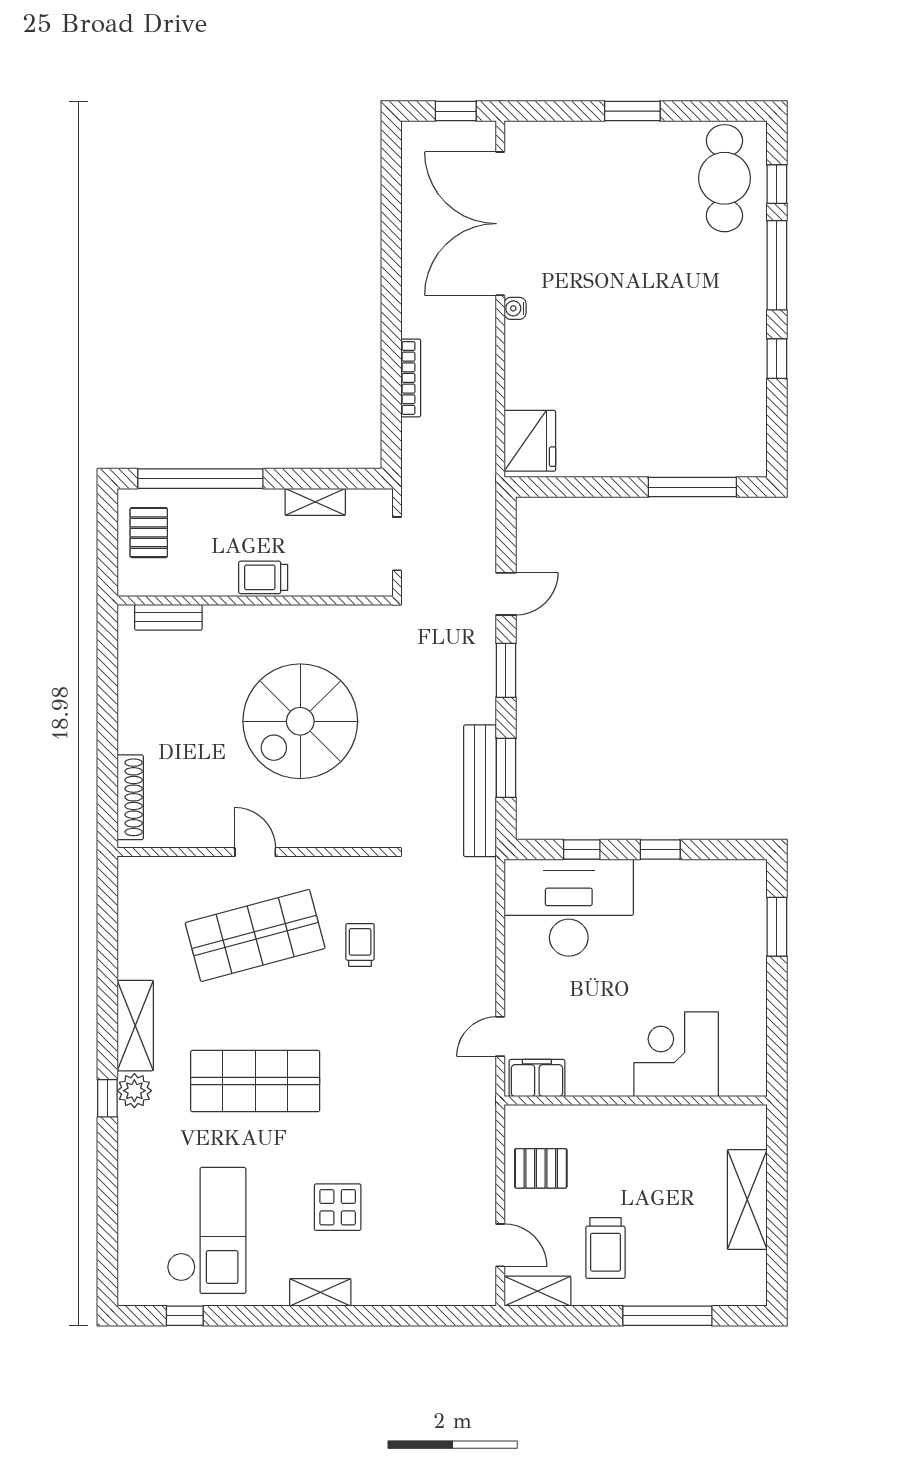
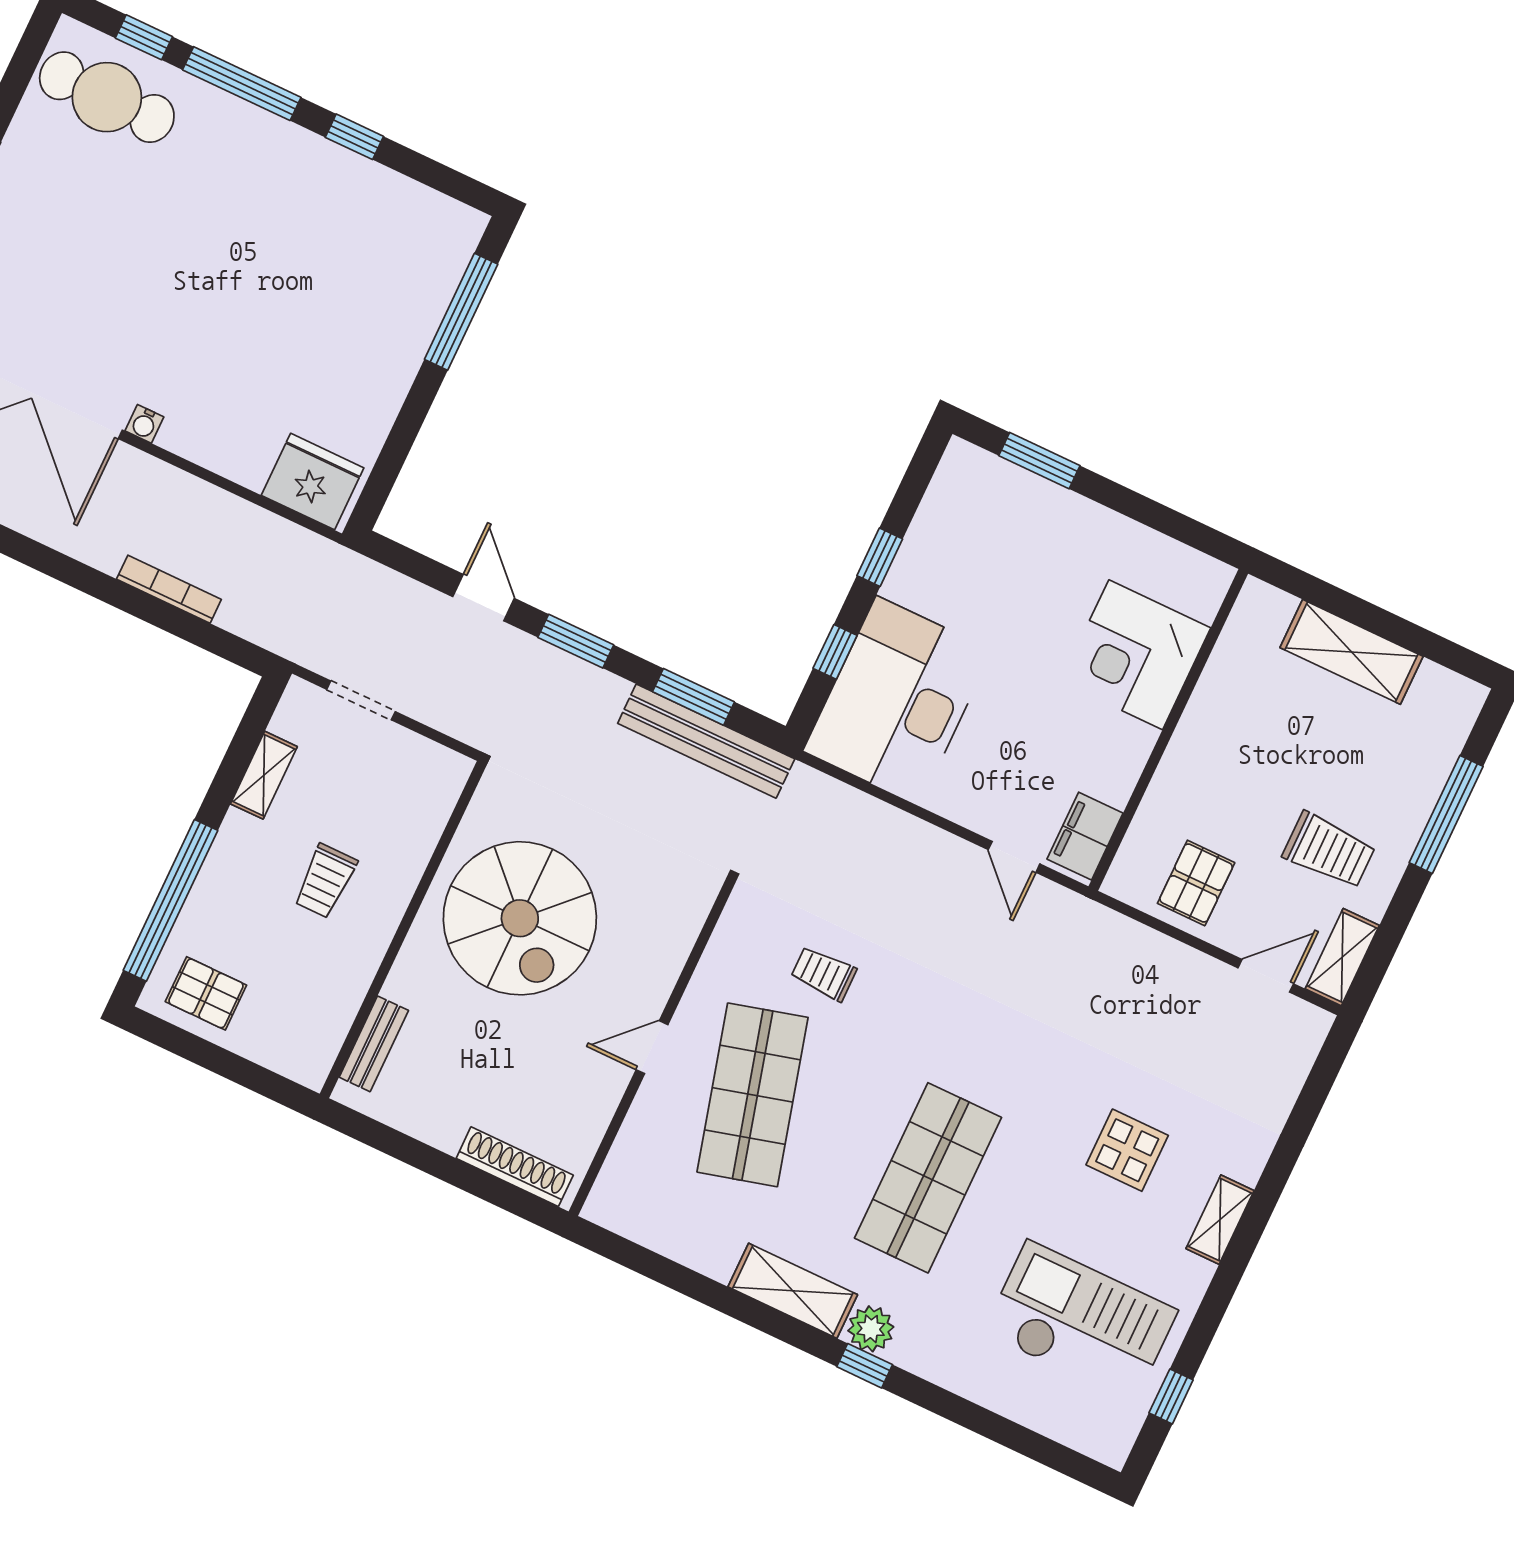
wall: (255, 601) -> (403, 930), moved
bench: (168, 617) -> (374, 1044), moved

